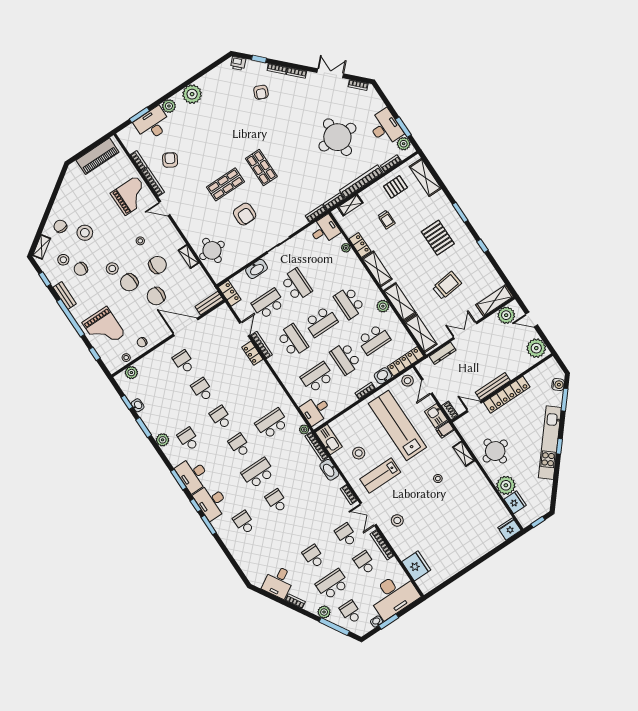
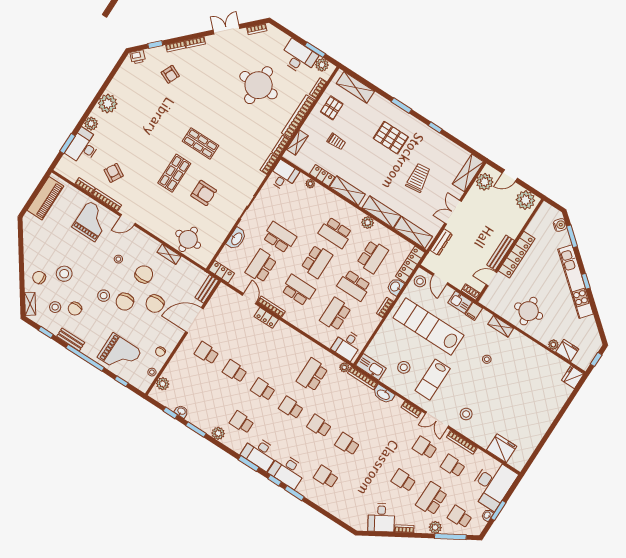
school desk: (258, 473) -> (319, 426), width x0.54
plant: (506, 485) -> (553, 345), width x0.53, depth x0.53

